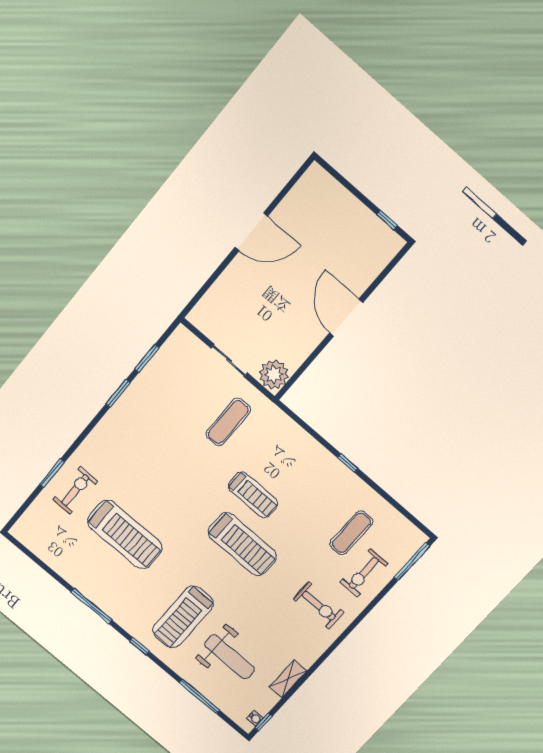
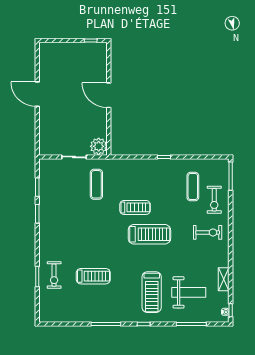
door: (251, 232) -> (37, 94), swing flipped
exercise bike: (75, 490) -> (54, 275), turned 180
treadmill: (125, 535) -> (93, 276), width x0.73, depth x0.73

